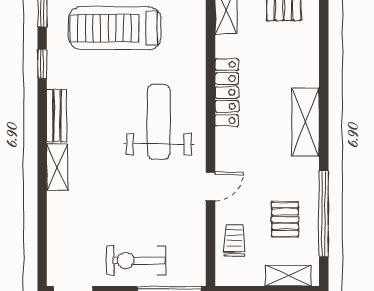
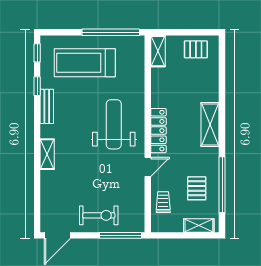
locker: (227, 92) -> (158, 131), moved
bench: (57, 116) -> (47, 106), moved
exercise bike: (136, 260) -> (99, 215), turned 180

